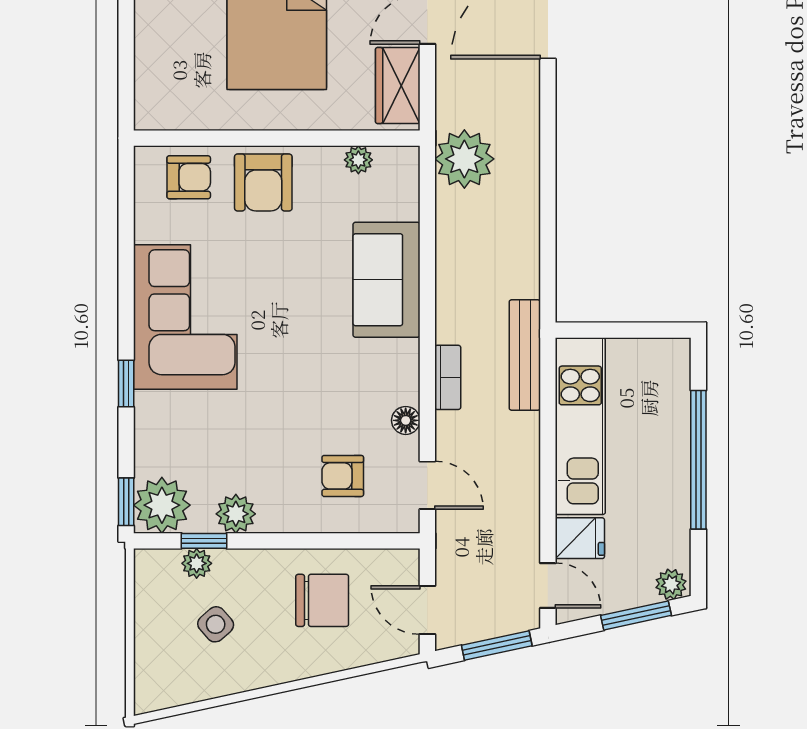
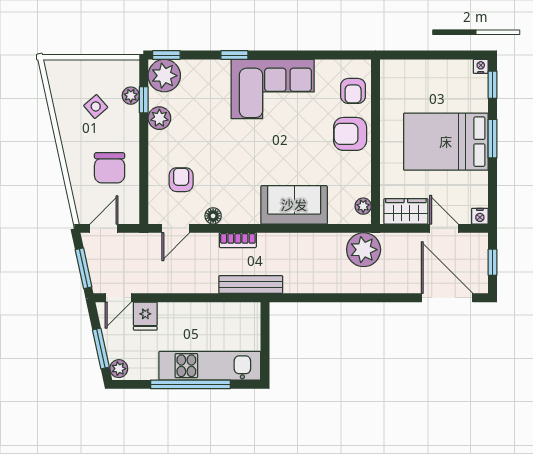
plant: (358, 160) -> (363, 206), moved
kitchen unit: (580, 426) -> (210, 366), moved, turned 180

